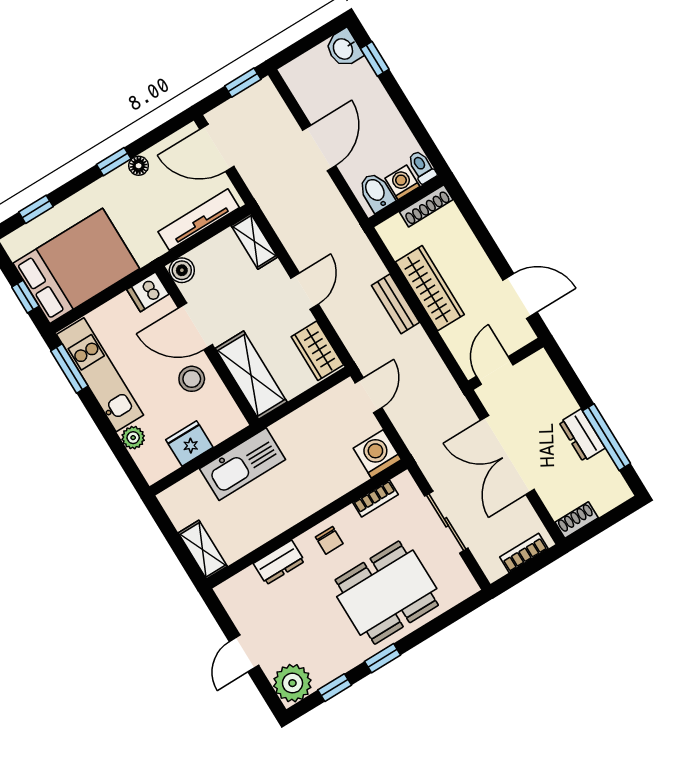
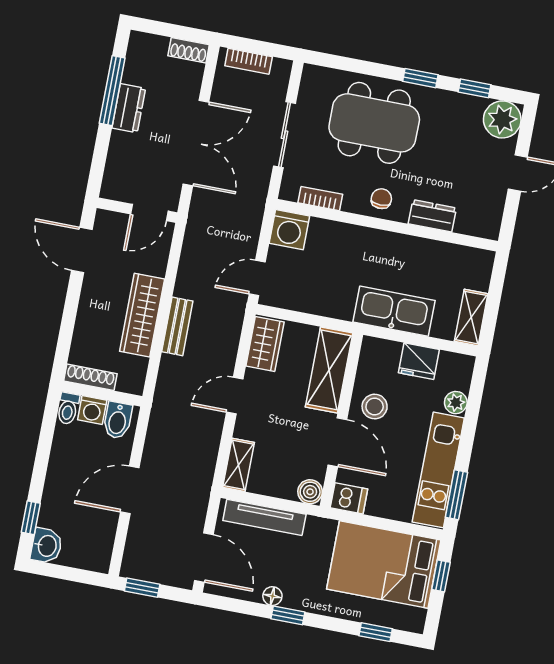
shelving: (203, 550) -> (471, 318), moved

